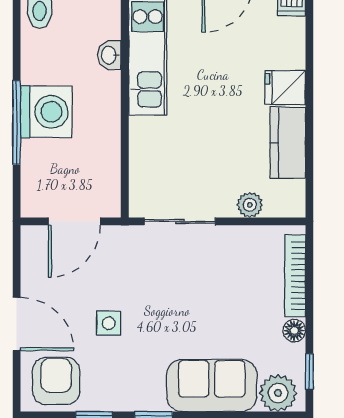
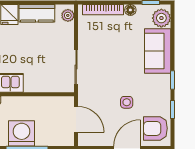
plant: (250, 205) -> (68, 15), moved

